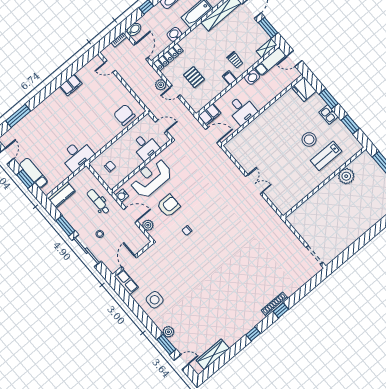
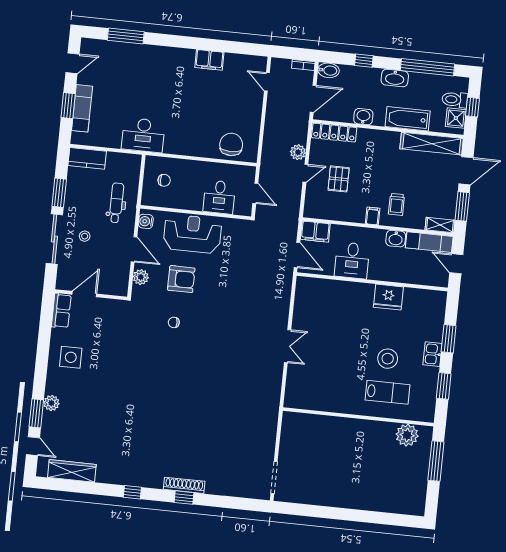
fridge: (304, 89) -> (388, 297), moved, turned -90
door: (175, 91) -> (305, 173), swing flipped
lab bench: (326, 156) -> (388, 392), turned 180
plant: (346, 176) -> (407, 435), moved

